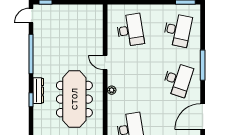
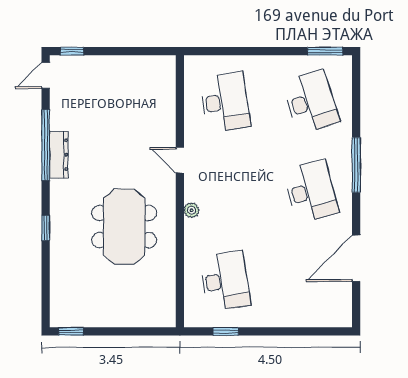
desk: (178, 30) -> (311, 102), turned -30
desk: (178, 80) -> (311, 191), turned -33
dresser: (38, 91) -> (59, 155), moved
meeting table: (74, 99) -> (124, 227), width x0.73

